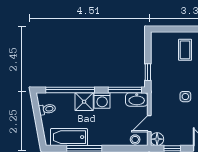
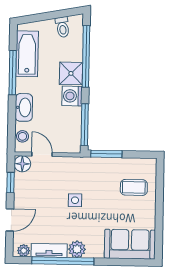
coffee table: (185, 50) -> (134, 187), moved
window: (148, 72) -> (106, 154), width x1.50
washbasin: (137, 99) -> (24, 107), moved, turned 180

